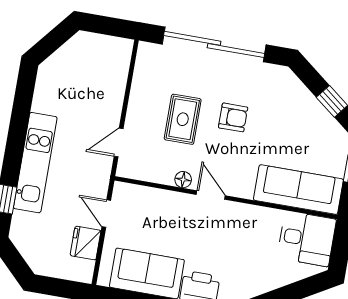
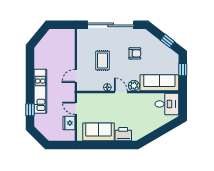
armchair: (233, 117) -> (135, 53), moved
plant: (242, 186) -> (134, 86), added

